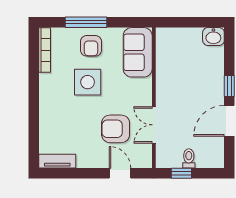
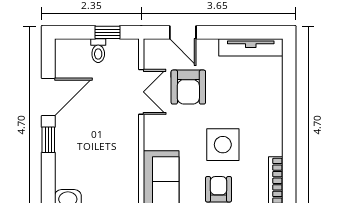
armchair: (116, 129) -> (188, 87), turned 90
tv unit: (57, 161) -> (251, 47), width x1.41

